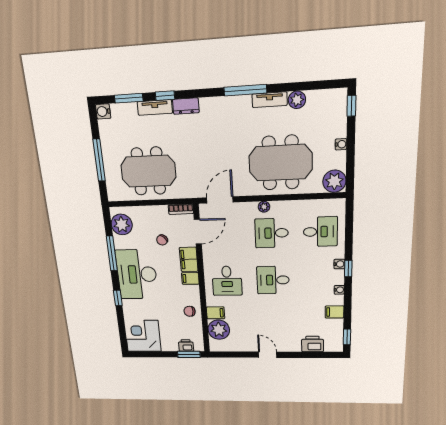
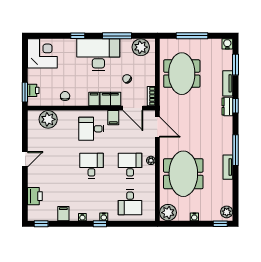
window: (165, 96) -> (235, 106), moved
plant: (297, 100) -> (227, 212), moved
filing cabinet: (216, 313) -> (113, 118), moved

